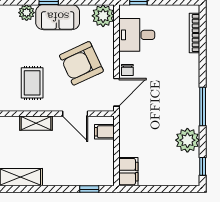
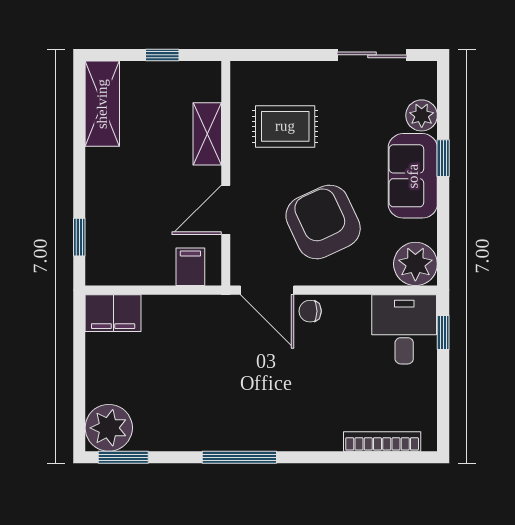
desk: (137, 35) -> (404, 329), moved
plant: (187, 140) -> (109, 428), moved
window: (203, 166) -> (123, 457), width x1.50

